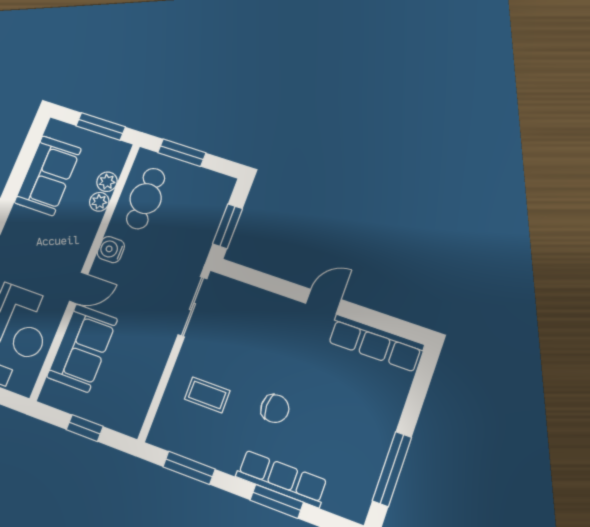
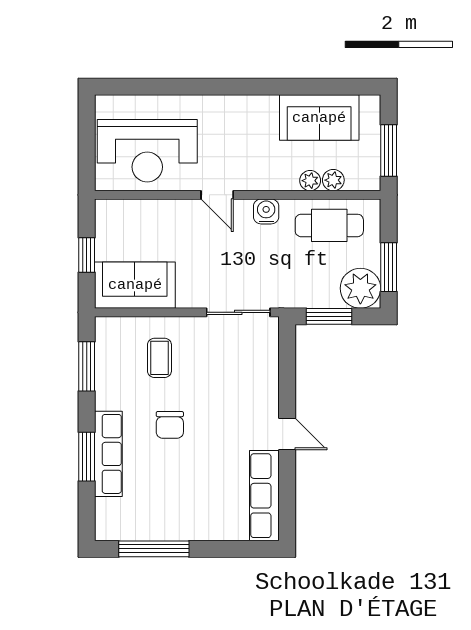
window: (182, 153) -> (389, 267), moved
plant: (213, 190) -> (360, 288), added
sofa: (82, 348) -> (135, 285), moved, turned 180

